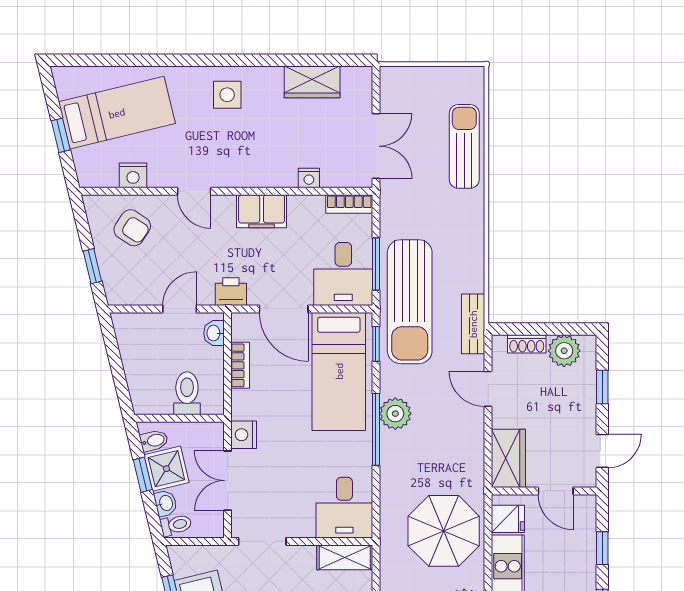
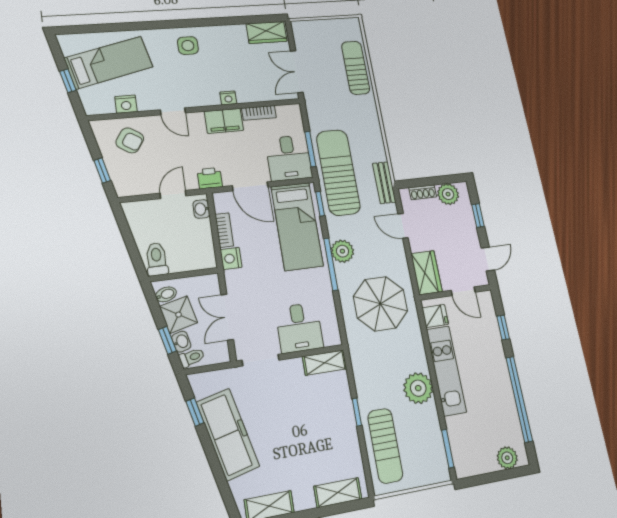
wardrobe: (312, 82) -> (267, 32), moved
double door: (376, 146) -> (297, 72), swing flipped
nightstand: (309, 178) -> (228, 98), moved
bookcase: (349, 204) -> (259, 113), moved
sun lounger: (410, 302) -> (338, 172), turned 180
toilet: (187, 393) -> (157, 259), moved
nightstand: (244, 435) -> (231, 258), moved
window: (143, 475) -> (167, 340), moved
desk: (344, 508) -> (299, 328), moved
parasol: (444, 531) -> (380, 304), moved

